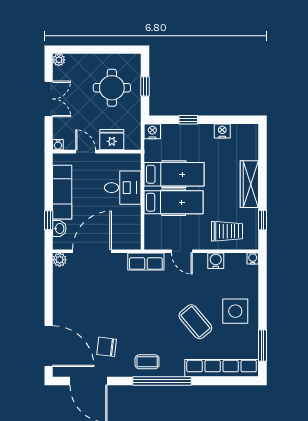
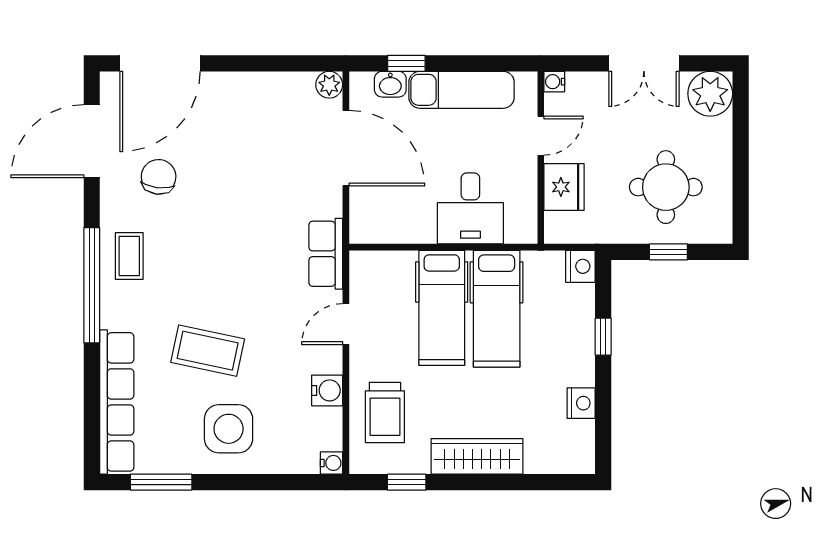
plant: (59, 60) -> (710, 94), width x1.88, depth x1.88
coffee table: (195, 322) -> (208, 351), turned 52

